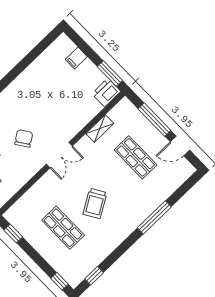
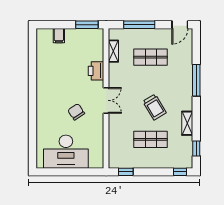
printer: (106, 93) -> (96, 71), moved
shelving: (100, 129) -> (113, 51), moved
door: (180, 146) -> (180, 25), moved
shelving: (109, 246) -> (187, 123), added

